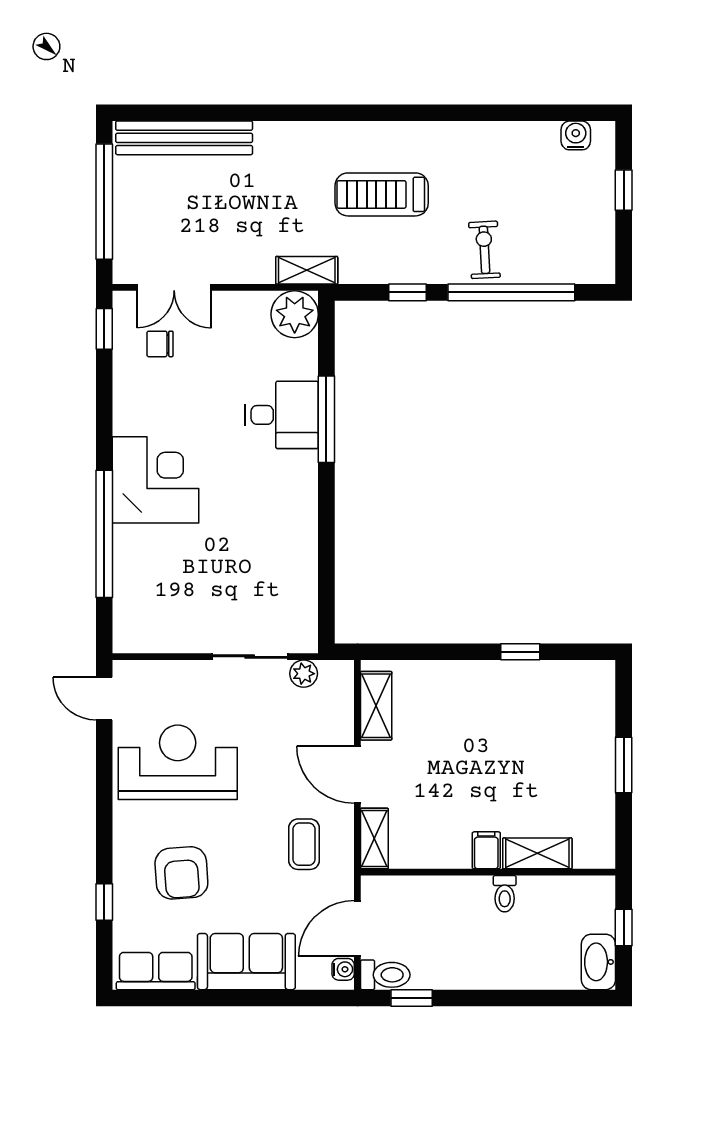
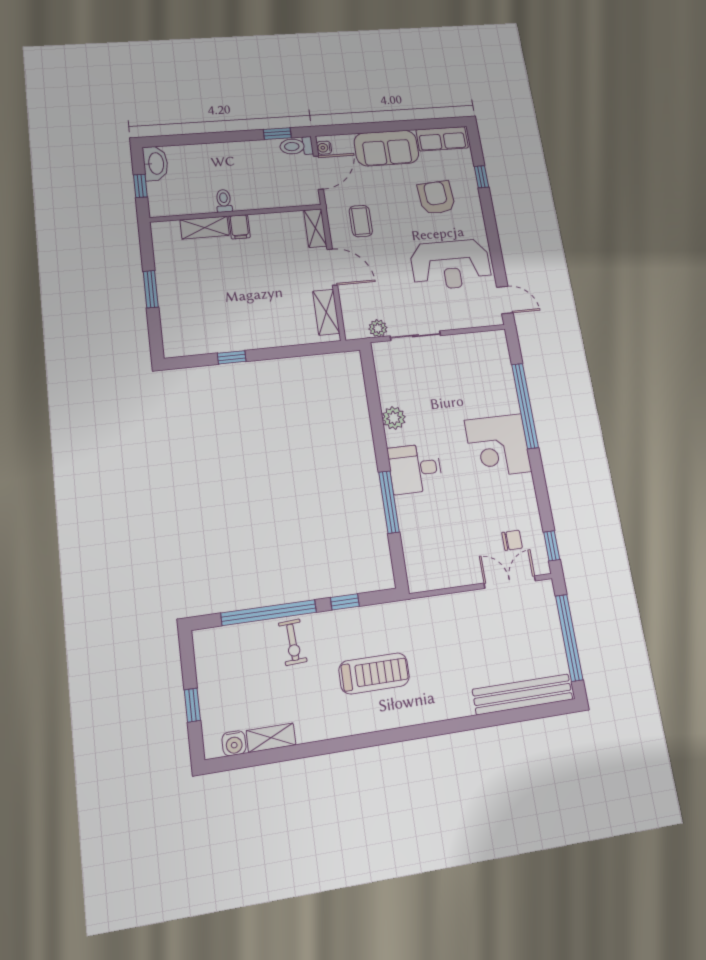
shelving: (307, 270) -> (271, 738), moved
plant: (295, 314) -> (394, 418), moved, width x0.73, depth x0.73
desk: (282, 415) -> (415, 469), moved

